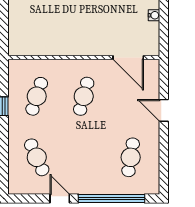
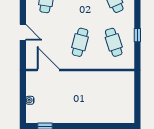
cafe table: (37, 96) -> (114, 42), turned -36

